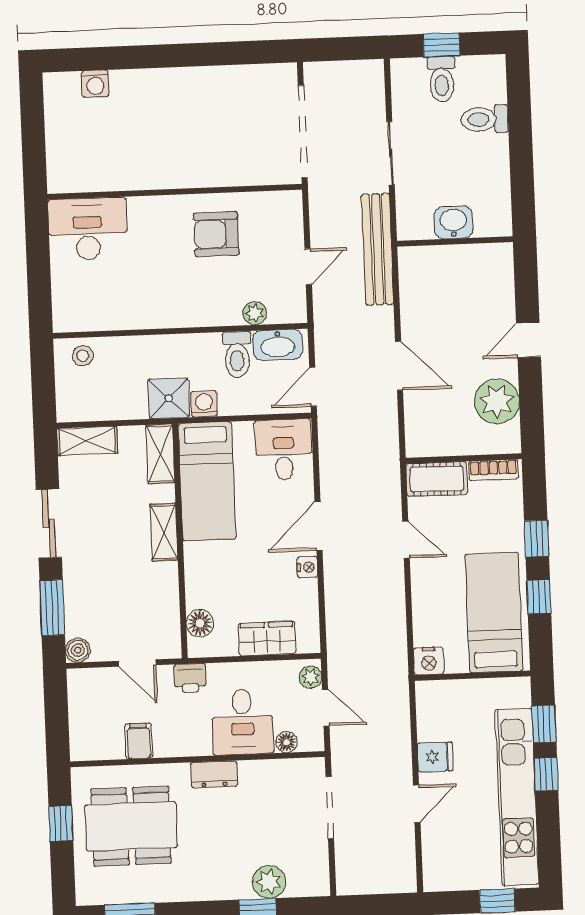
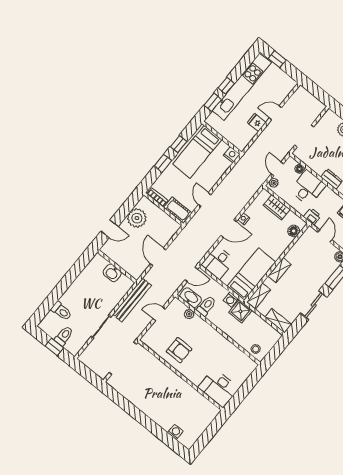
washbasin: (453, 222) -> (112, 273), moved
wall: (455, 241) -> (117, 266), moved

